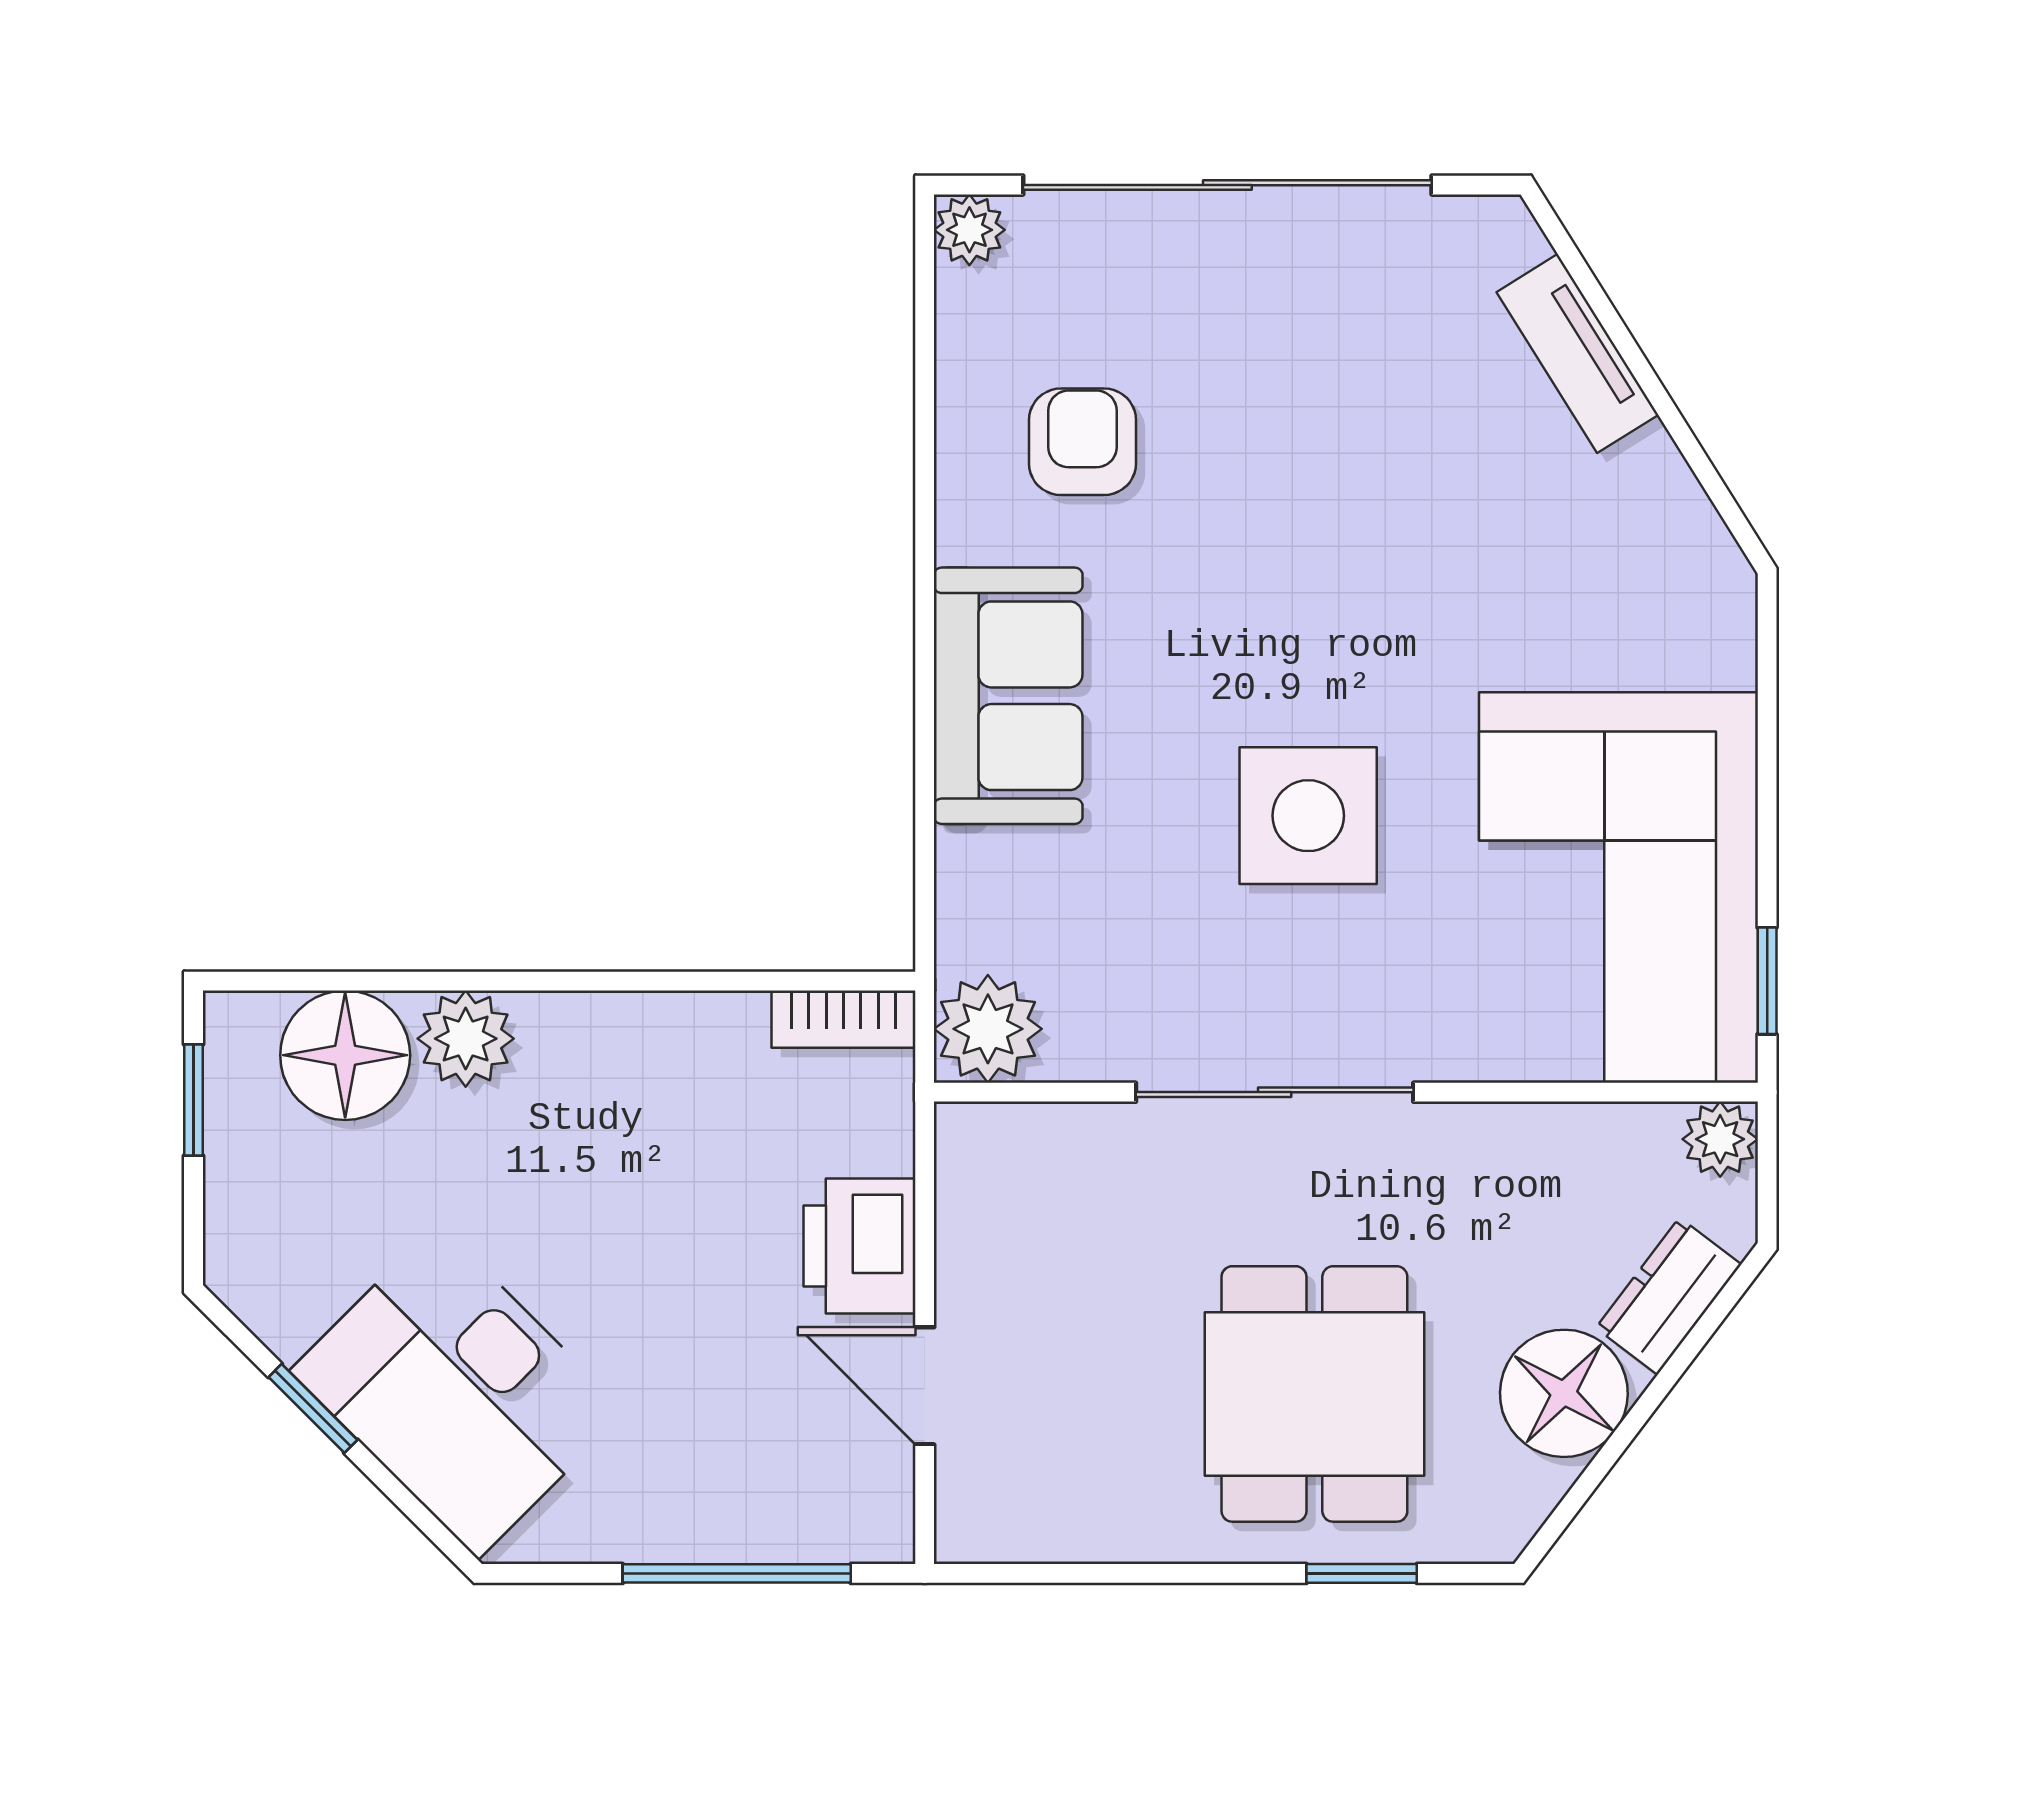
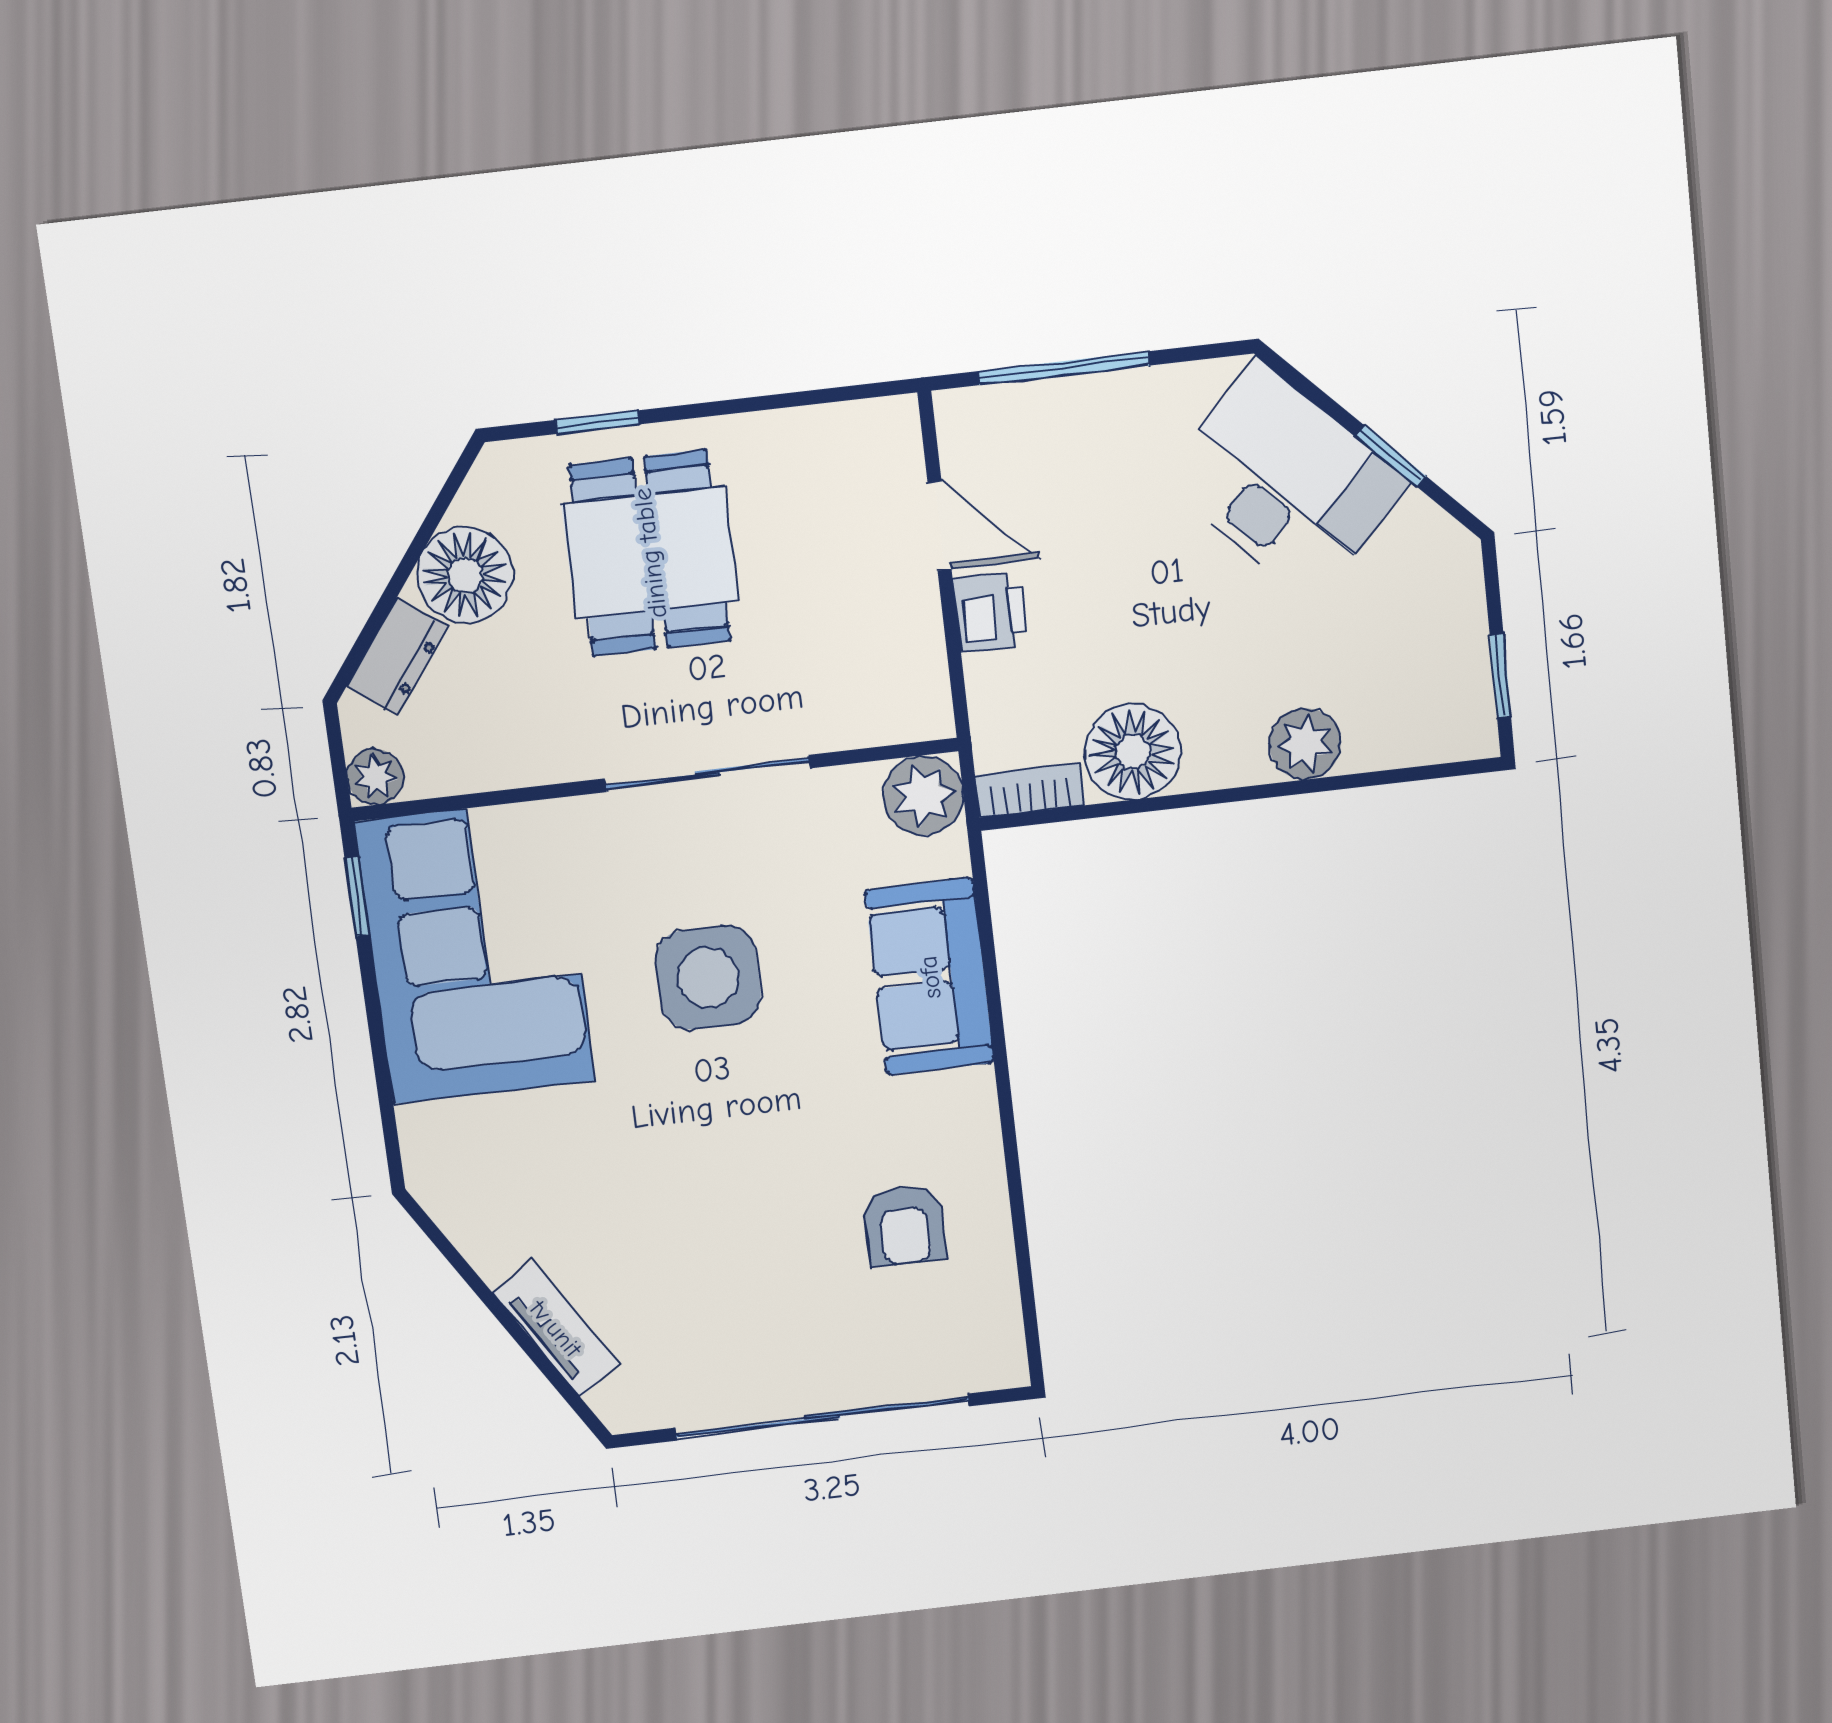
plant: (969, 230) -> (1003, 1364), removed
sofa: (1008, 696) -> (930, 977), moved
floor lamp: (345, 1055) -> (1133, 752), moved
printer: (860, 1246) -> (990, 612), width x0.73, depth x0.81

